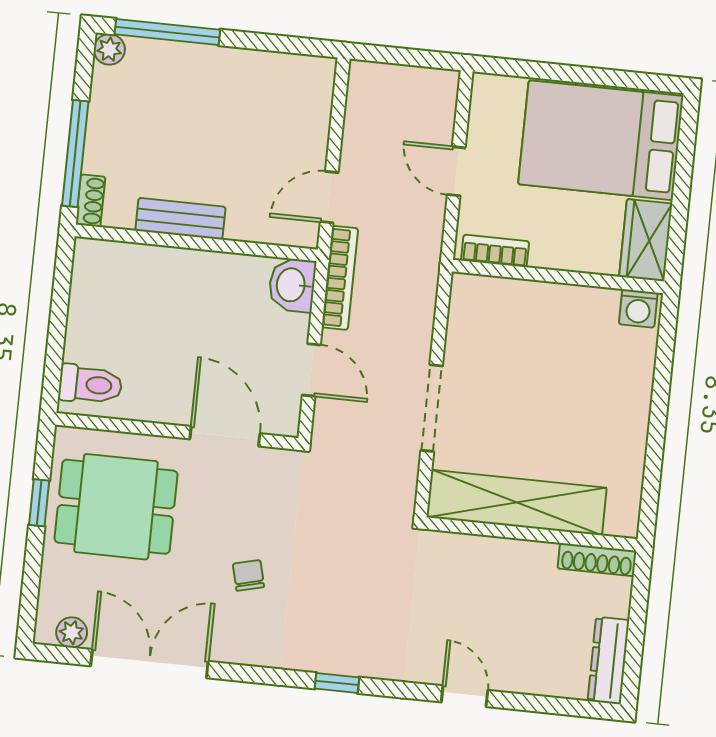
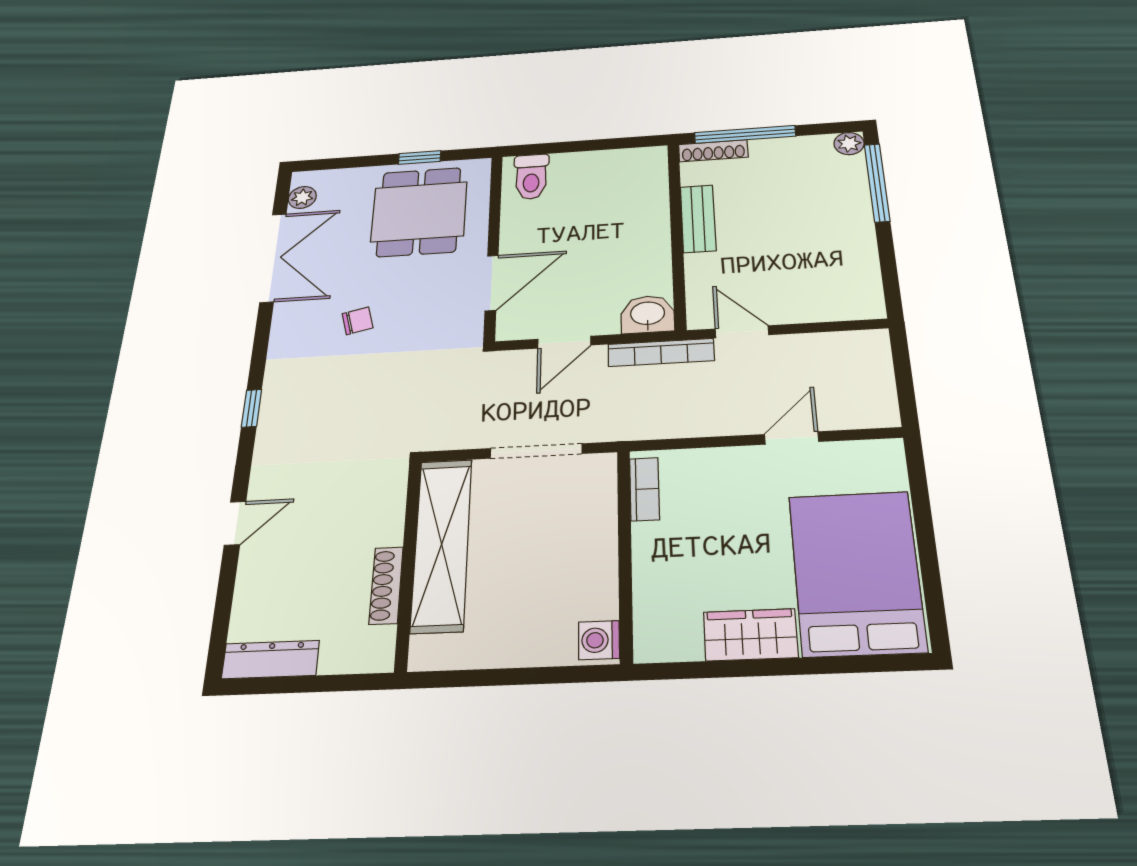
shoe rack: (91, 201) -> (713, 151), width x1.43
bookcase: (495, 251) -> (645, 489), moved
wall: (558, 276) -> (625, 553), moved
washing machine: (638, 308) -> (599, 640), moved
shoe rack: (597, 560) -> (386, 585), moved

